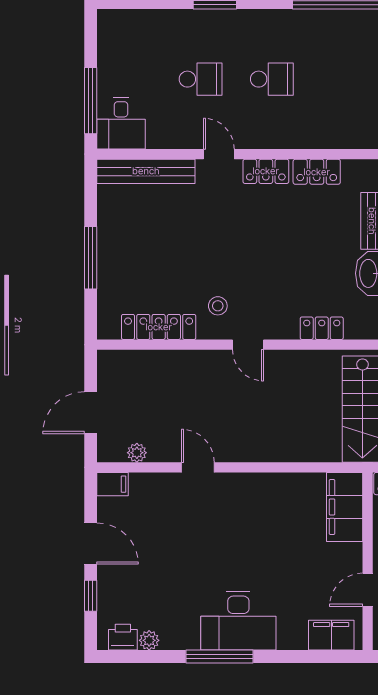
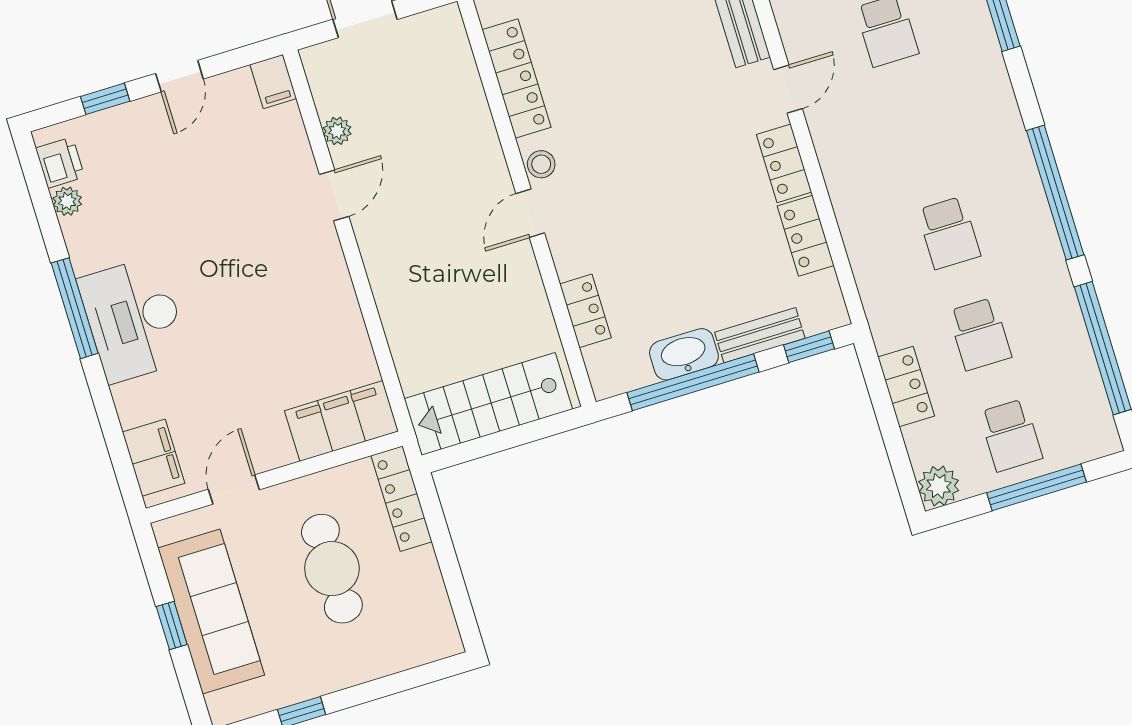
school desk: (272, 79) -> (949, 233), moved
stool: (218, 306) -> (541, 164), moved
plant: (137, 453) -> (337, 131), moved
door: (91, 543) -> (179, 76), width x0.73
door: (368, 590) -> (234, 490), hinge flipped

